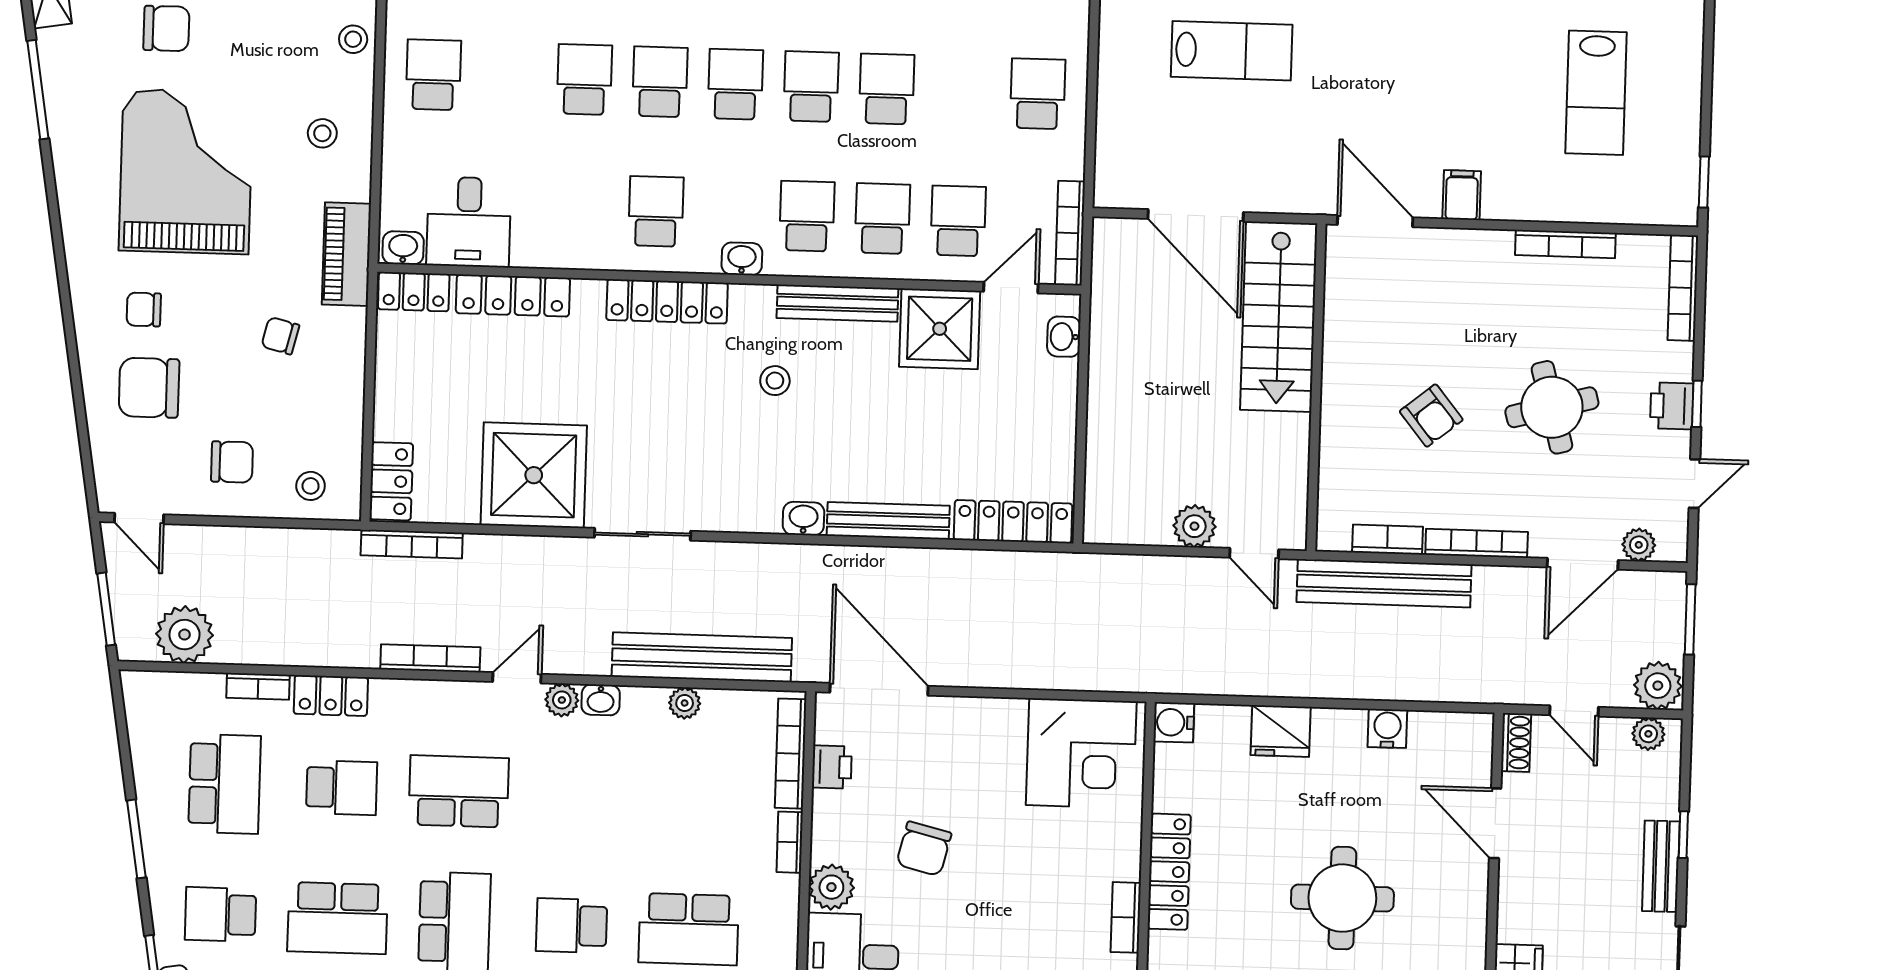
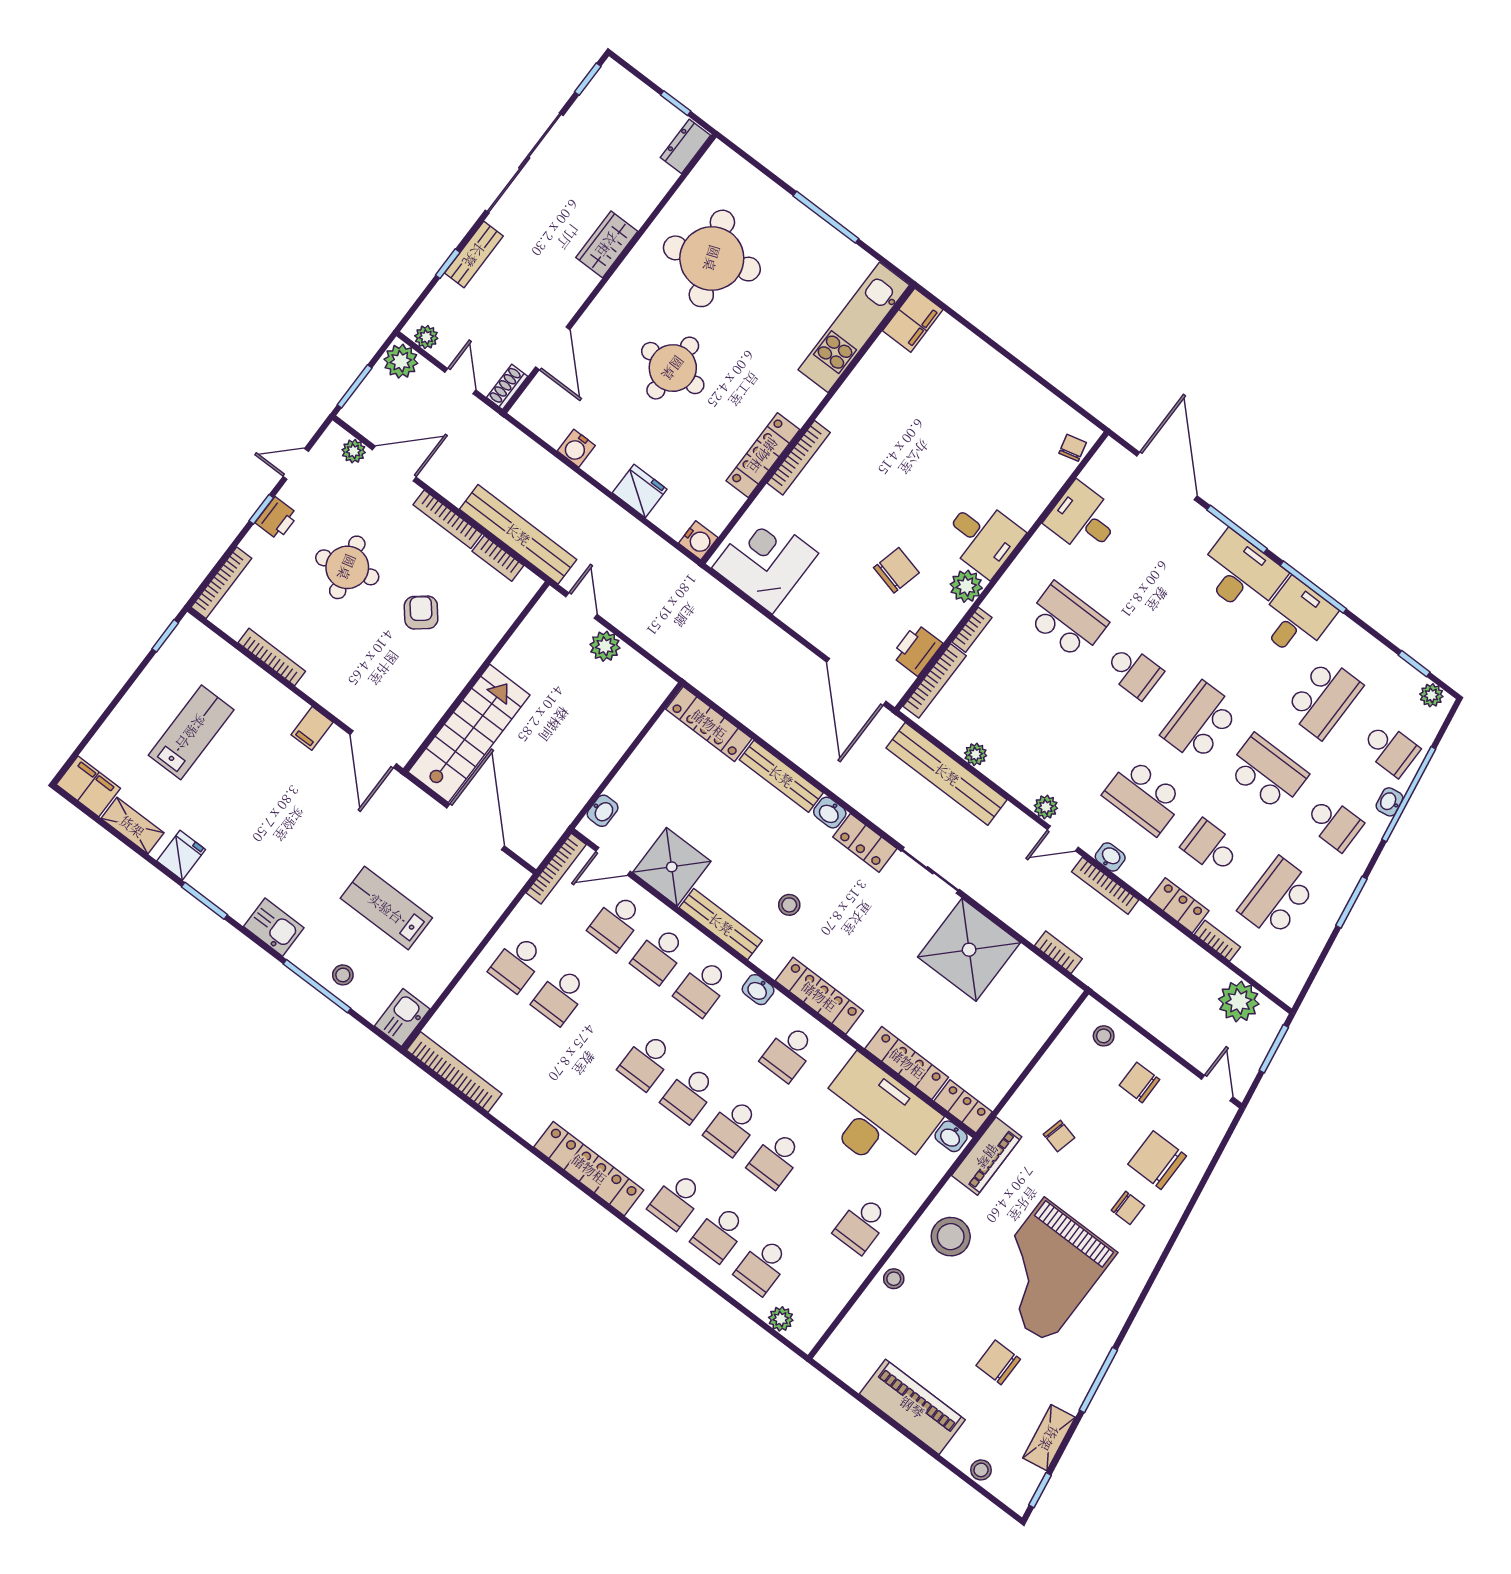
school desk: (887, 89) -> (560, 996), moved
stool: (322, 133) -> (951, 1237), width x1.89, depth x1.89
desk: (469, 222) -> (876, 1116), width x1.87, depth x1.30
chair: (149, 388) -> (1157, 1160), turned 180
locker: (391, 481) -> (865, 843), moved, turned -90
bookcase: (412, 544) -> (1058, 952), width x0.64
washbasin: (601, 700) -> (1110, 857), moved
printer: (832, 767) -> (917, 650), width x1.36, depth x1.24
bookcase: (1126, 917) -> (799, 458), width x1.56

